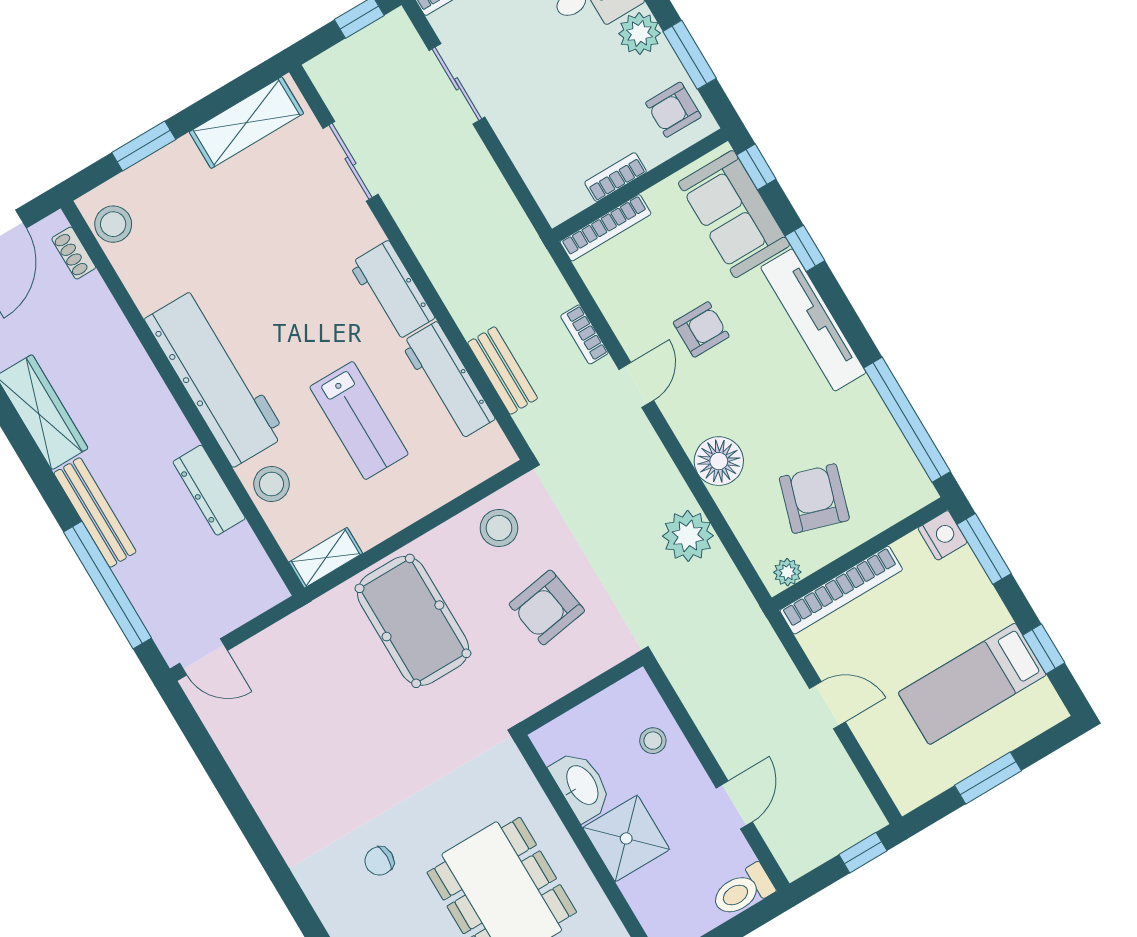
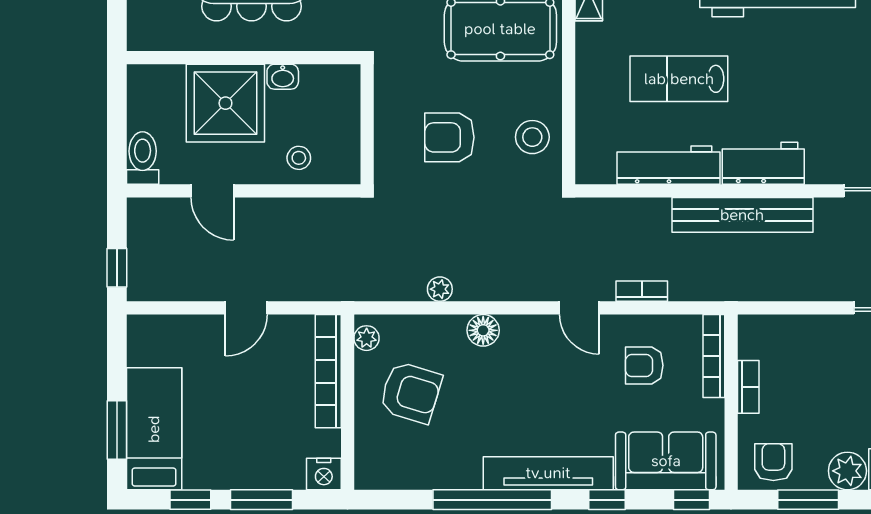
armchair: (701, 329) -> (644, 365), moved, turned 90
bench: (503, 370) -> (742, 215), moved, width x1.86, depth x1.21
window: (907, 420) -> (492, 500), moved
floor lamp: (719, 461) -> (483, 330), width x0.73, depth x0.73
plant: (688, 536) -> (440, 289), width x0.53, depth x0.53
window: (984, 549) -> (261, 500), moved
armchair: (547, 607) -> (449, 137), turned -81
bed: (972, 684) -> (154, 429), moved
window: (988, 778) -> (117, 430), moved
washbasin: (581, 786) -> (283, 77), width x0.52, depth x0.69
shower: (626, 838) -> (225, 103), width x1.37, depth x1.37

